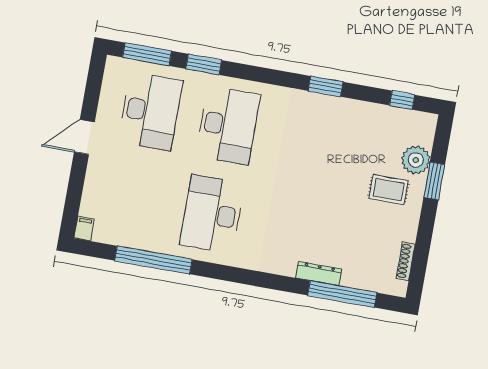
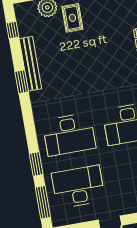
bench: (346, 108) -> (30, 64), added
desk: (228, 125) -> (69, 134), turned 180

